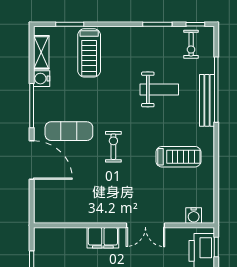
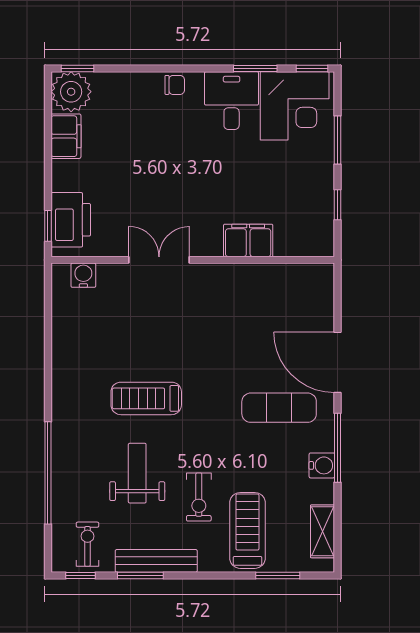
water cooler: (42, 79) -> (322, 465), moved
weight bench: (159, 89) -> (137, 473), turned 90
bench: (207, 100) -> (156, 561), moved, turned 90
exercise bike: (113, 147) -> (199, 497), moved
treadmill: (178, 157) -> (146, 398), moved
filing cabinet: (103, 238) -> (248, 240), moved

